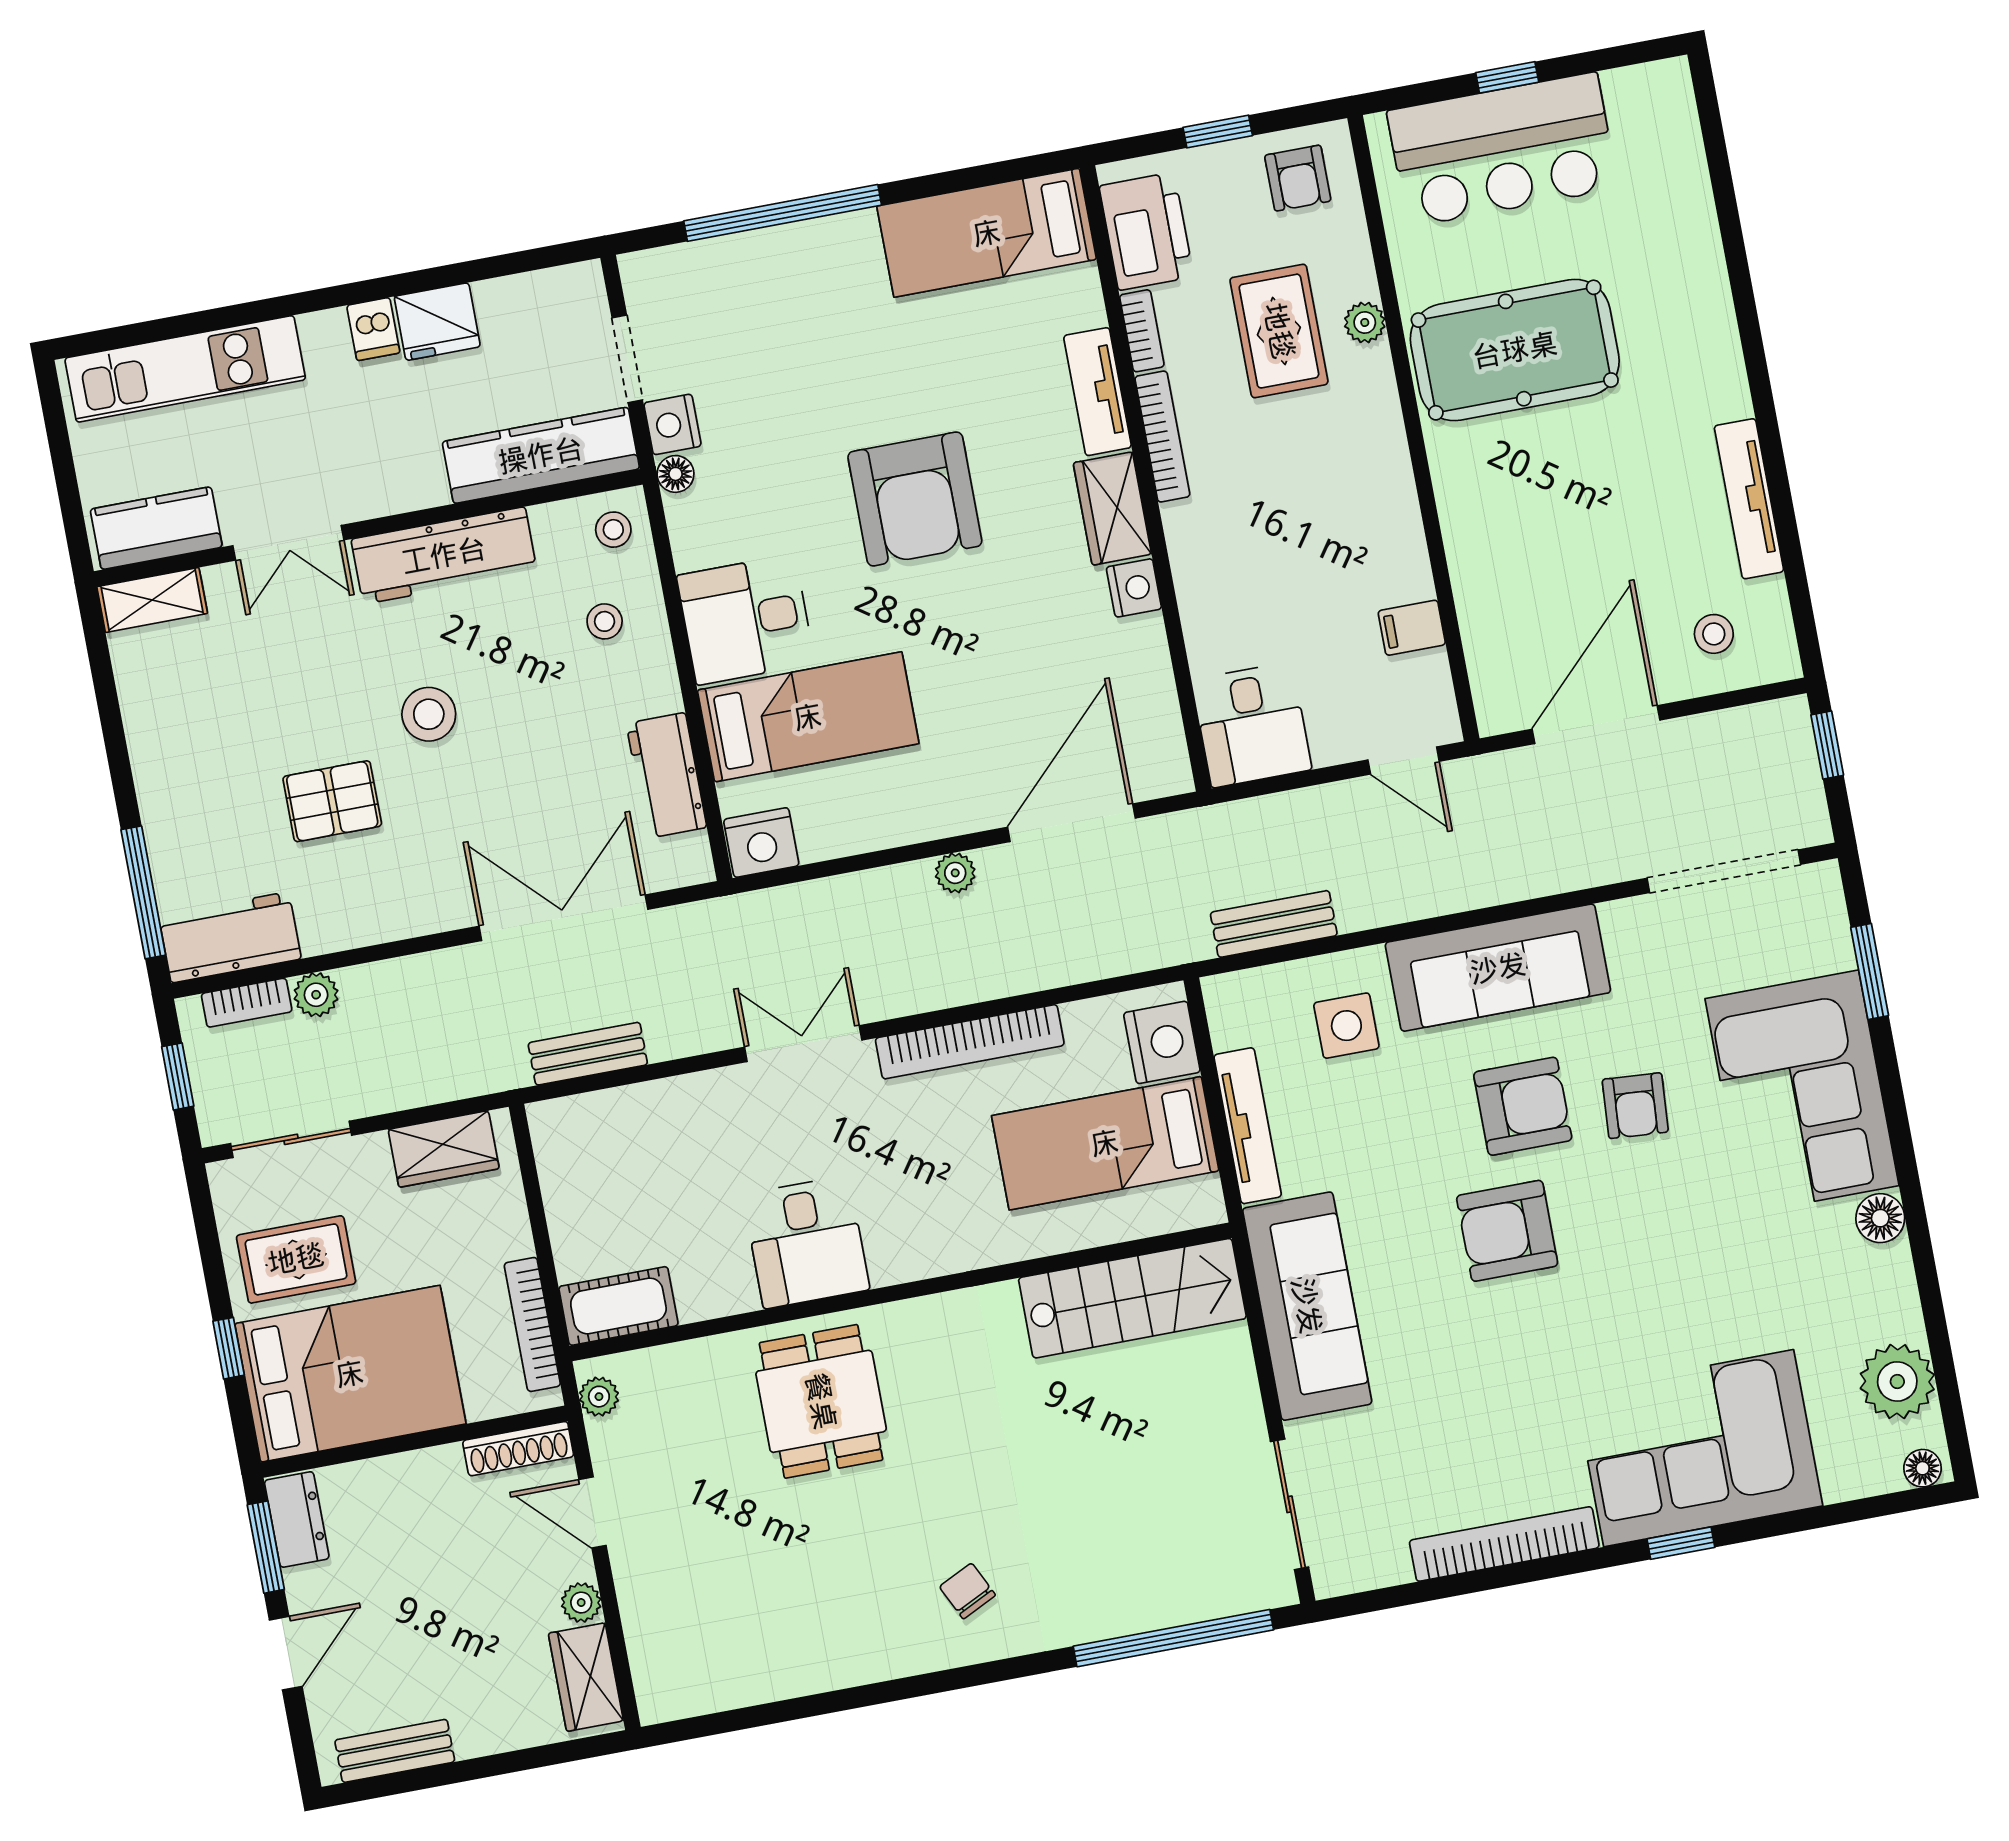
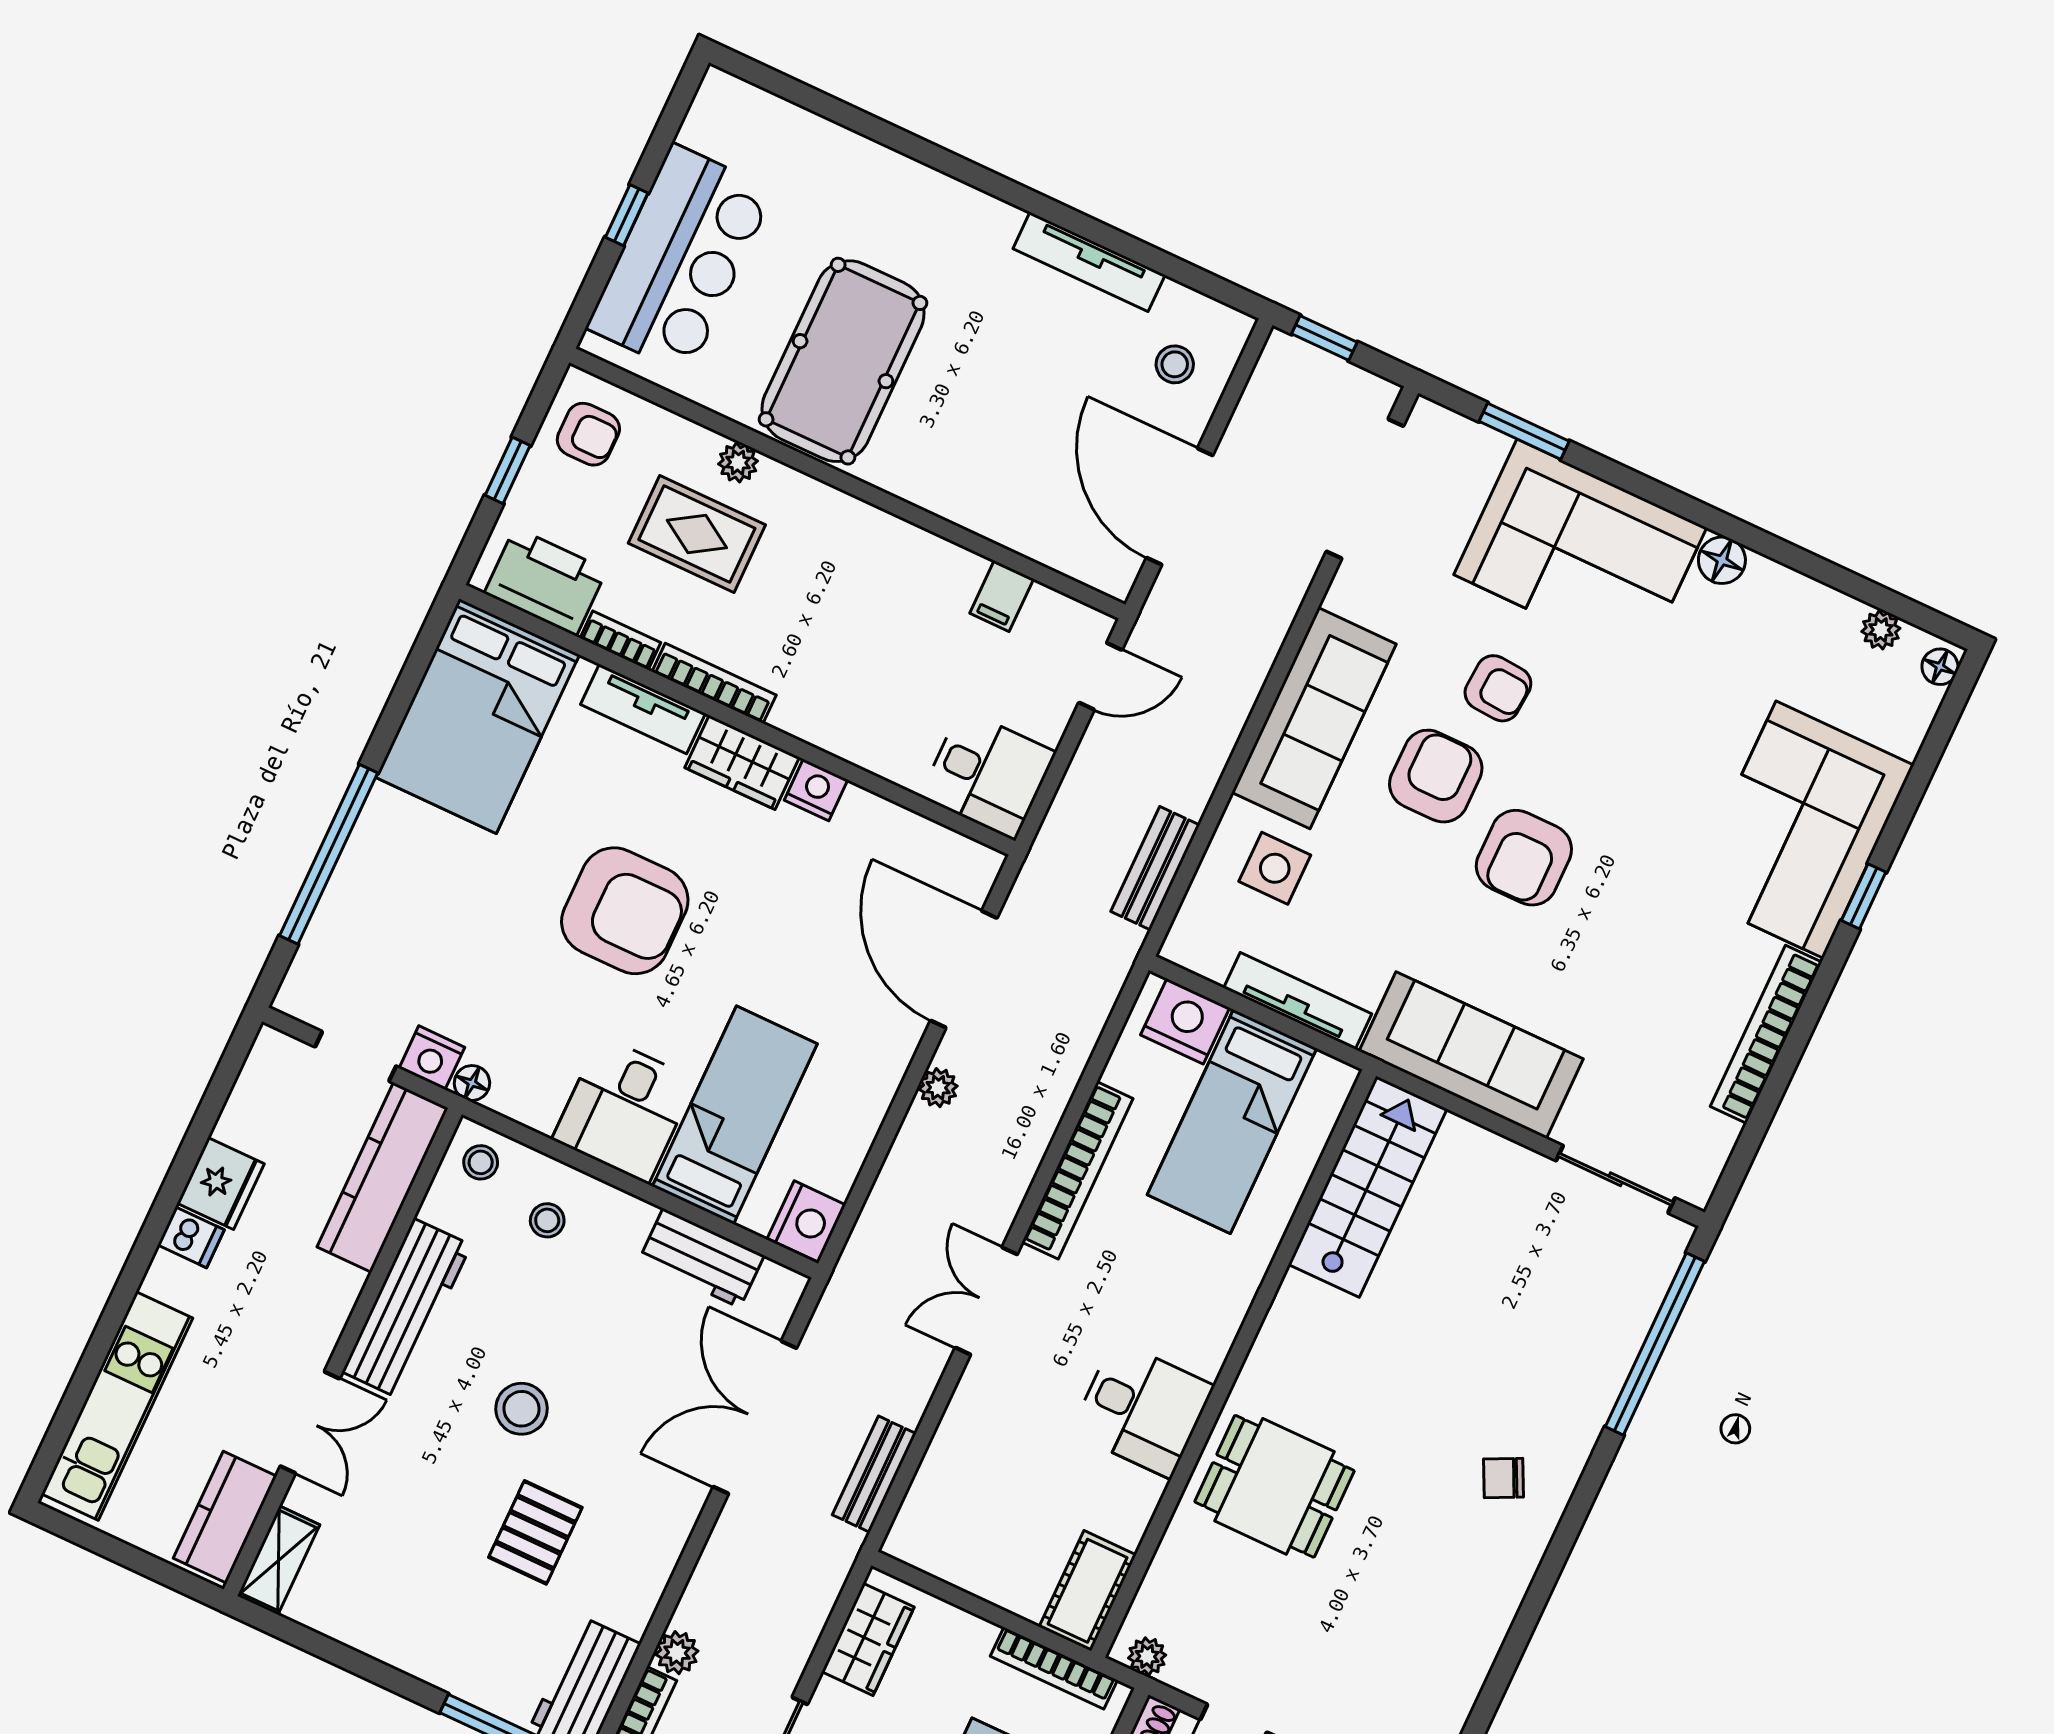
bed: (987, 233) -> (478, 716), width x1.50
plant: (1897, 1381) -> (1881, 630), width x0.53, depth x0.53

